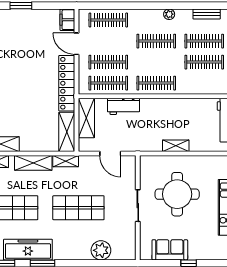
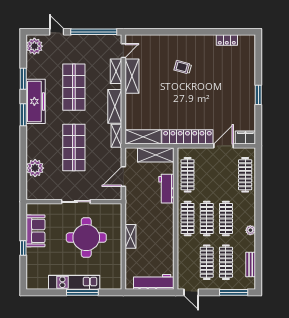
clothes rail: (108, 62) -> (207, 218), moved

